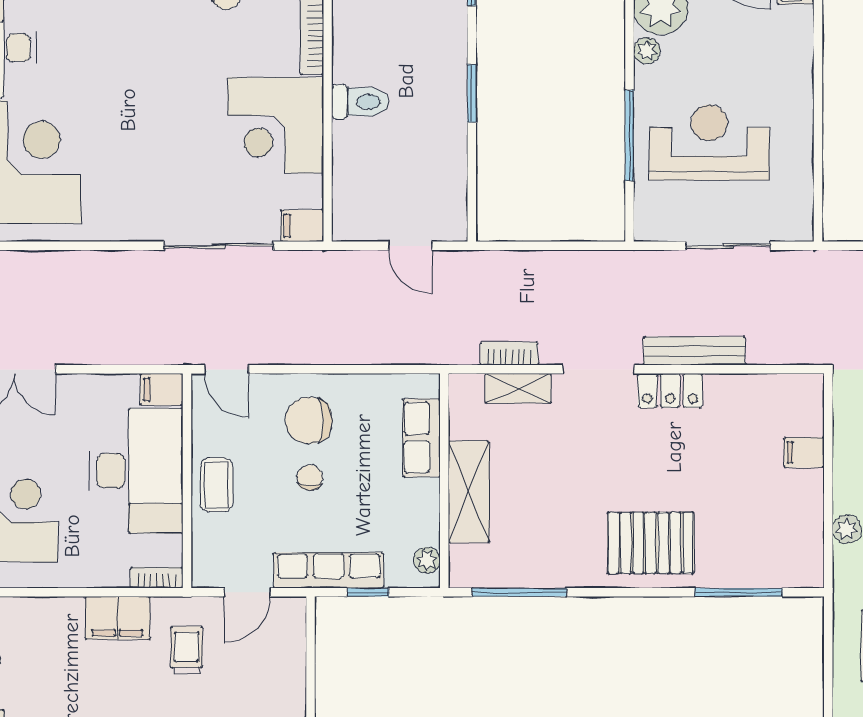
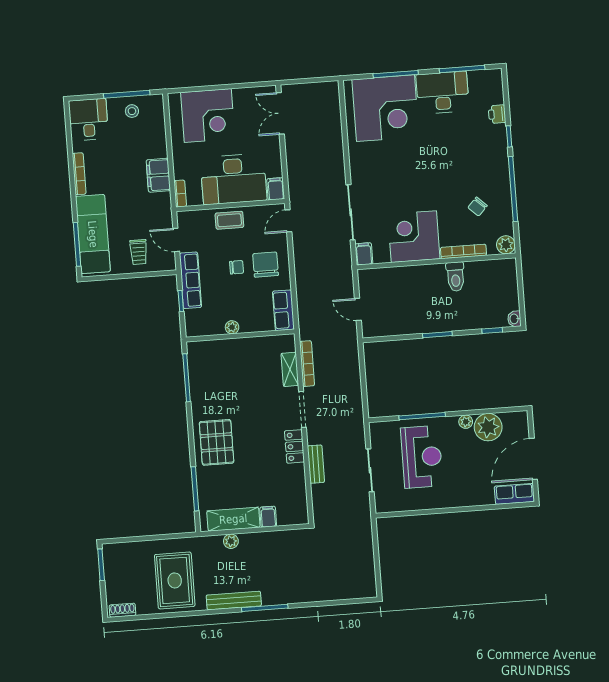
toilet: (360, 102) -> (455, 277), moved
door: (410, 246) -> (358, 309), hinge flipped
bench: (694, 351) -> (316, 464), width x0.73
bookcase: (509, 354) -> (307, 364), width x1.56
row of seats: (421, 438) -> (283, 310), moved, turned -90
shelving: (469, 492) -> (233, 519), moved
plant: (427, 560) -> (232, 327), moved
trolley: (187, 650) -> (139, 252), moved, turned 90

